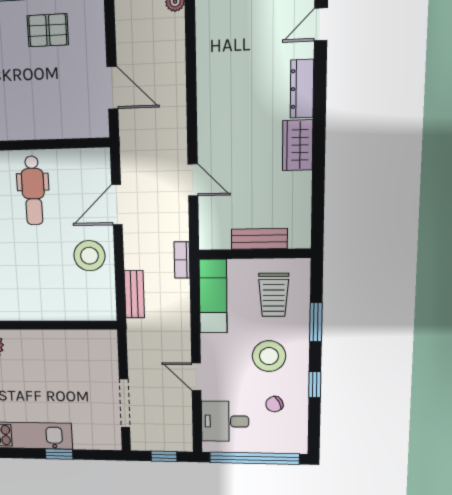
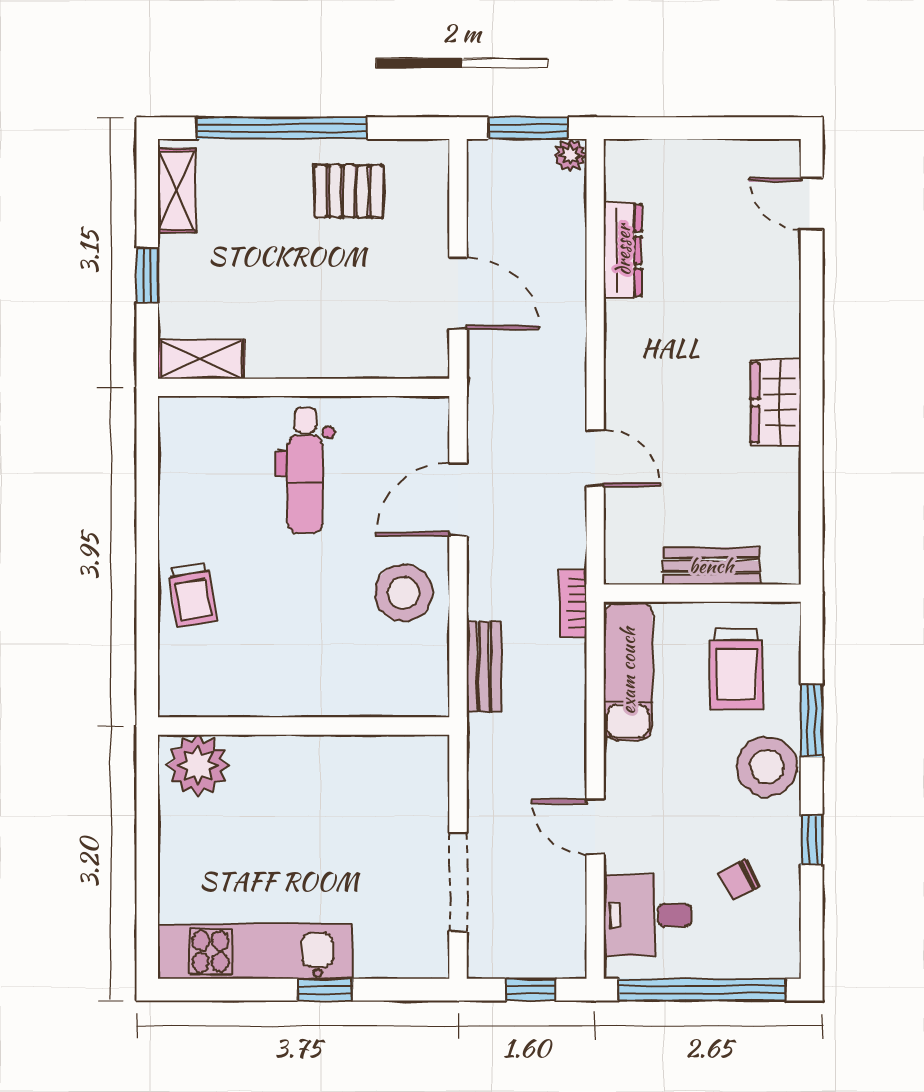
door: (321, 24) -> (812, 204), hinge flipped
dresser: (302, 89) -> (623, 250), moved, turned 180
stool: (269, 356) -> (767, 767), moved

